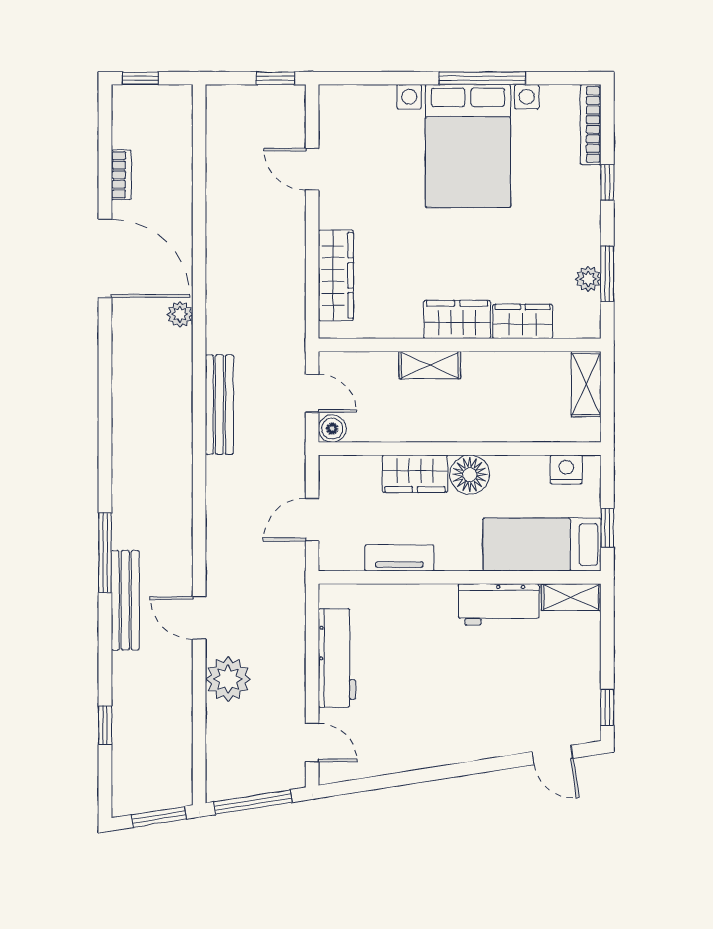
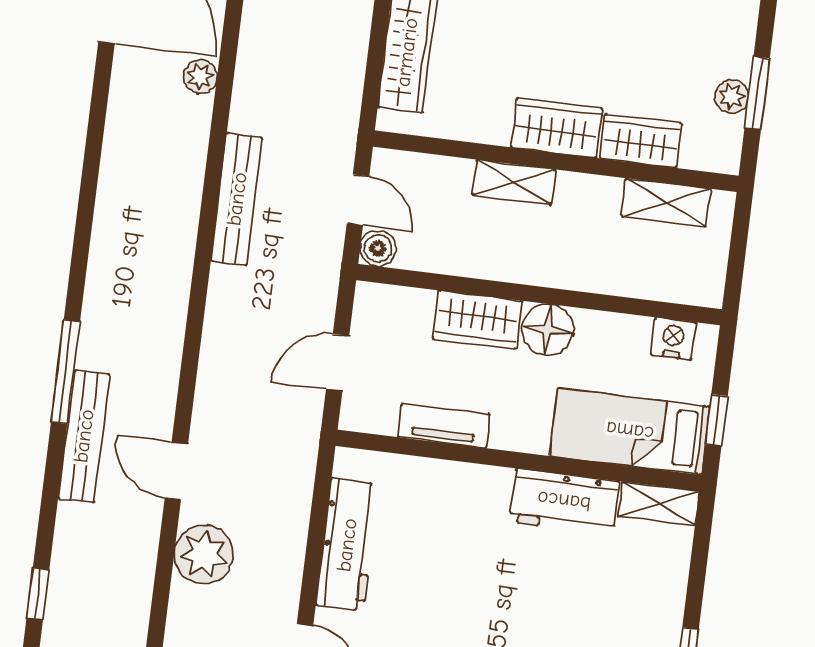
shelving: (586, 384) -> (666, 202), moved, turned 90

